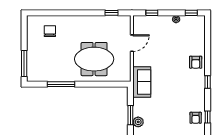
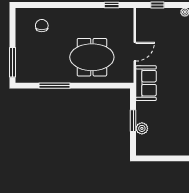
door: (132, 43) -> (135, 52), moved

